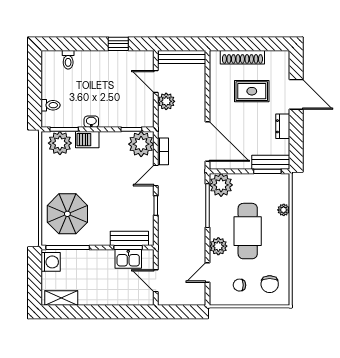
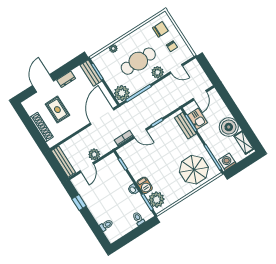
plant: (141, 144) -> (128, 153), removed
boiler: (93, 291) -> (229, 127), added

